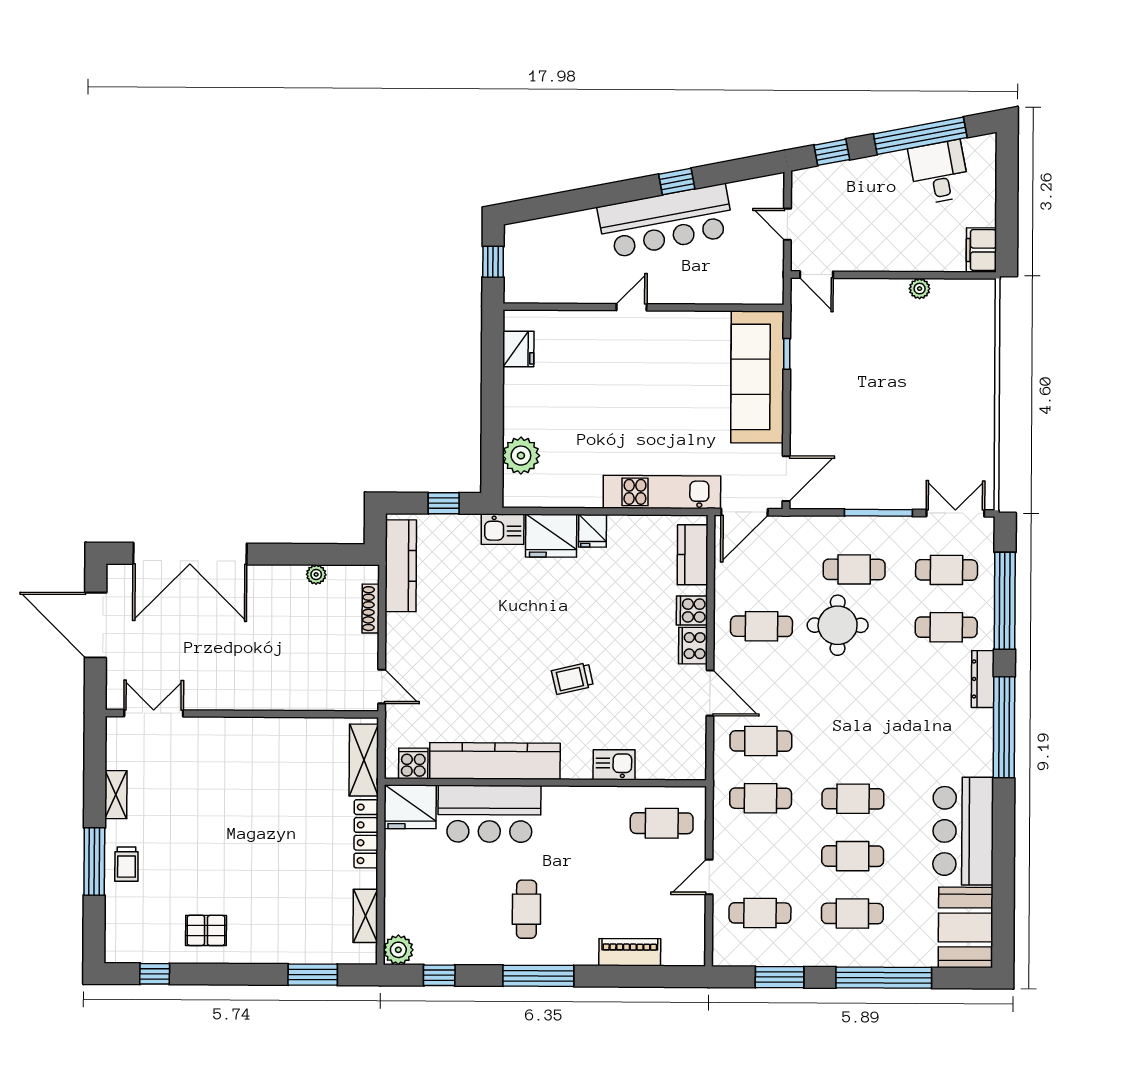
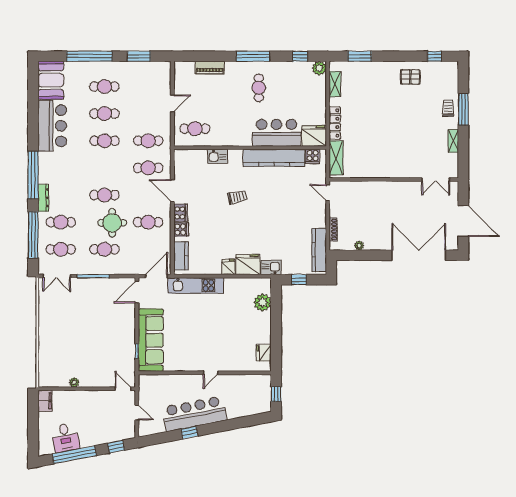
cafe table: (760, 913) -> (104, 195), moved

